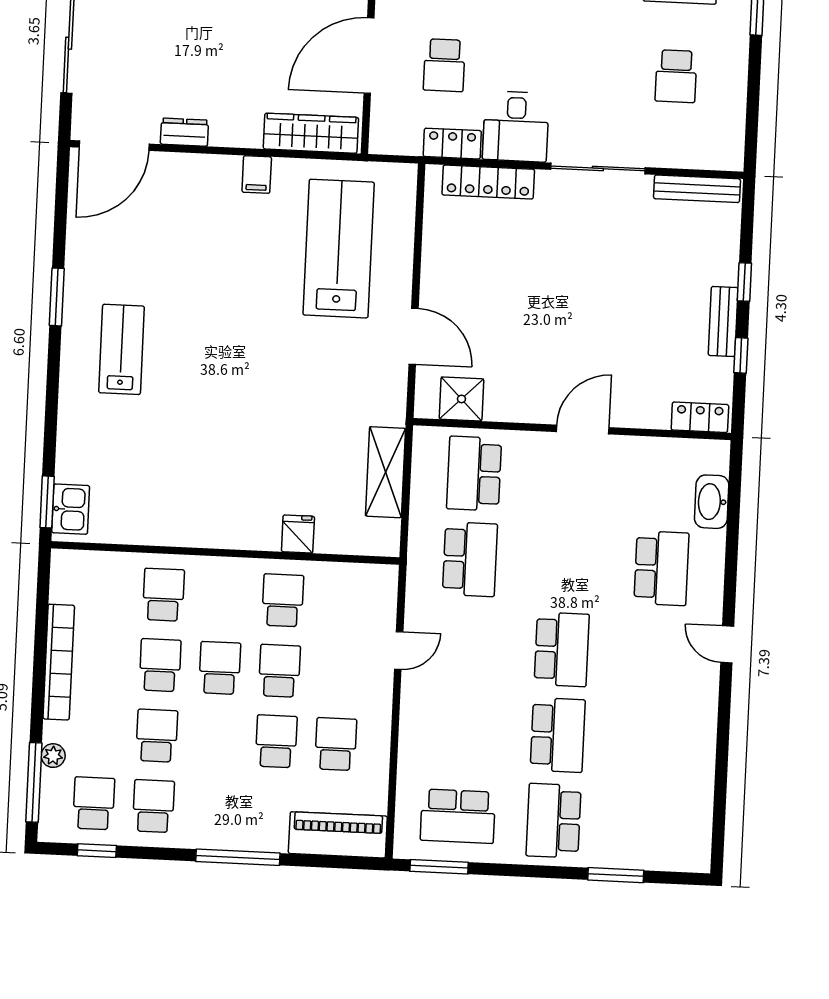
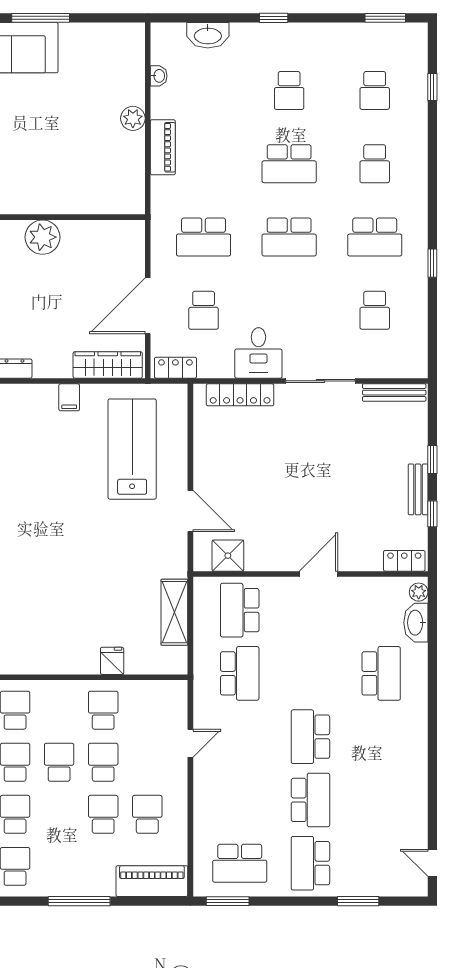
locker: (452, 144) -> (175, 368), moved
plant: (717, 461) -> (419, 592), added
door: (727, 644) -> (432, 863), moved
school desk: (562, 649) -> (310, 737), turned 180

